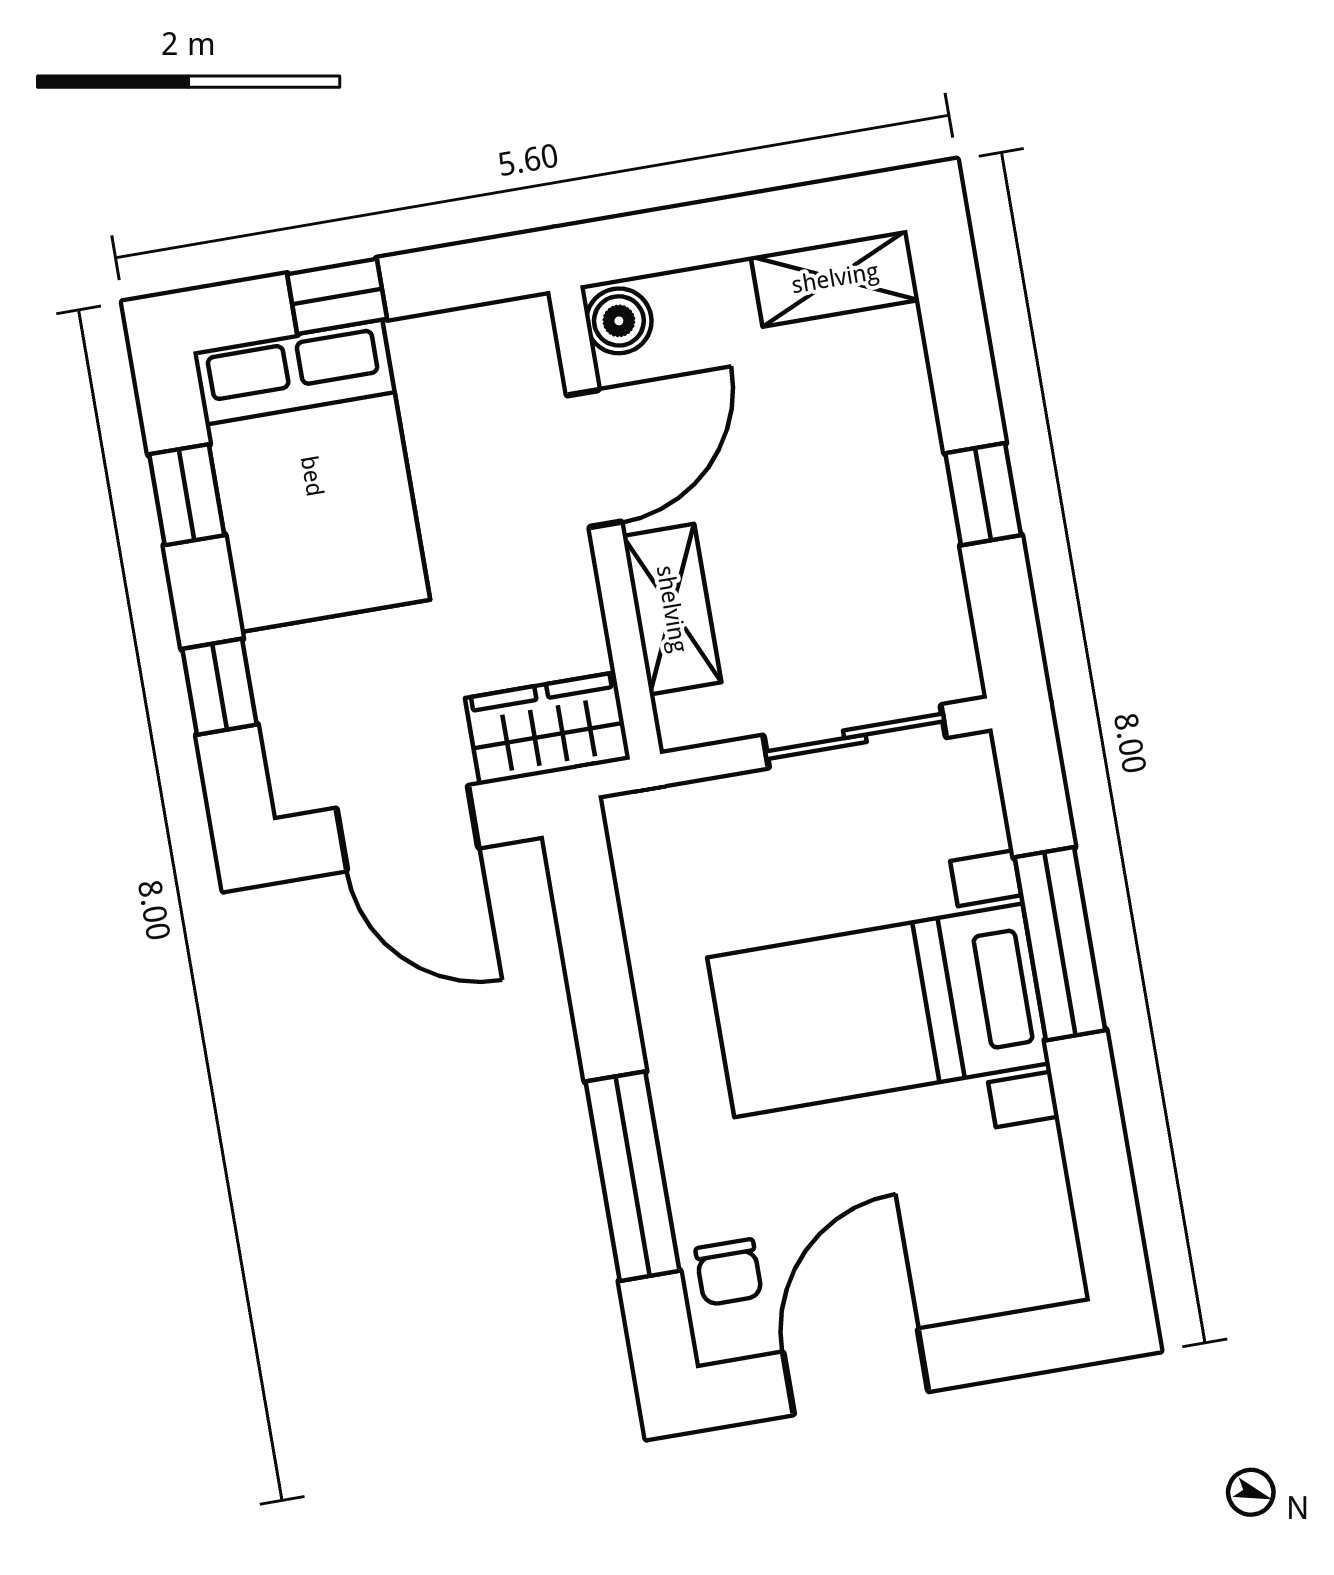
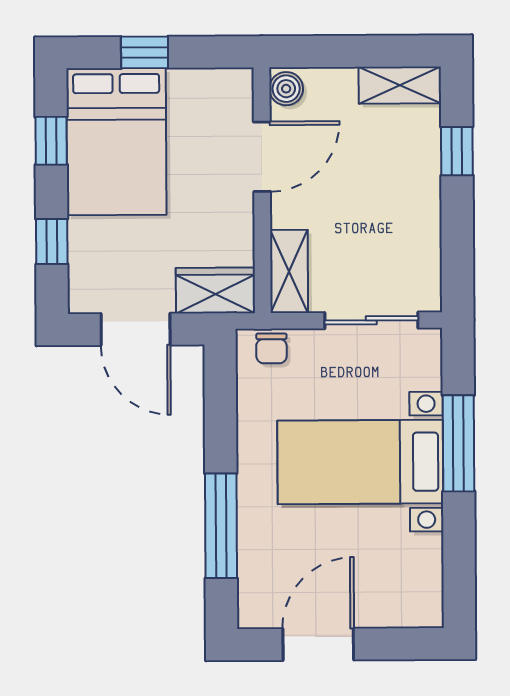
window: (983, 494) -> (457, 151), moved
shelving: (672, 609) -> (289, 271), moved
chair: (729, 1272) -> (271, 348), moved

